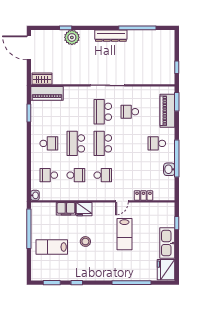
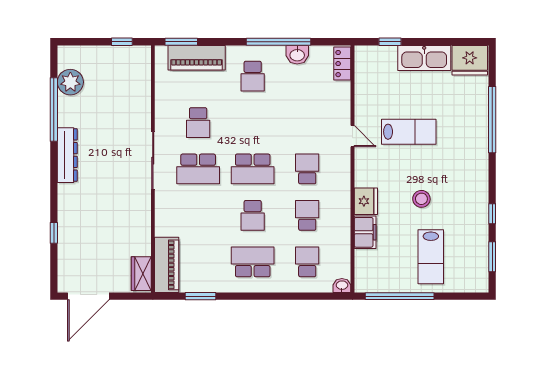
plant: (72, 37) -> (70, 82), moved
school desk: (49, 143) -> (253, 262), width x1.85
school desk: (76, 143) -> (253, 215), width x0.54
school desk: (49, 175) -> (307, 262), turned 180
locker: (143, 196) -> (342, 64), moved

